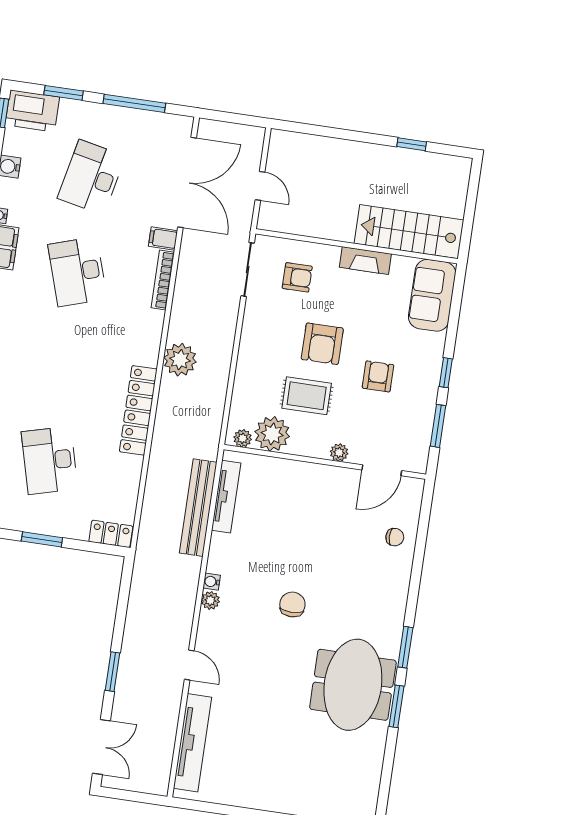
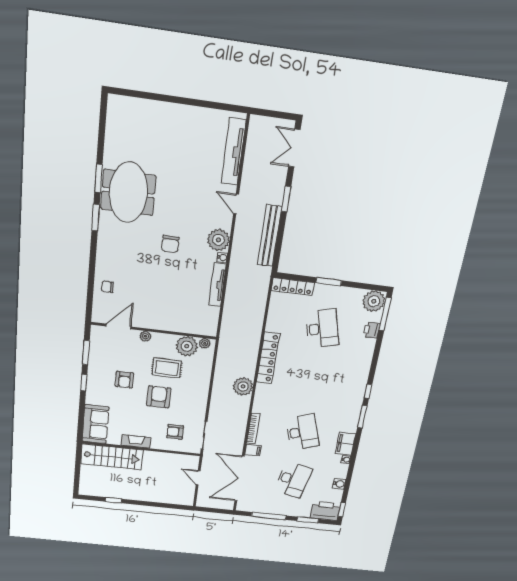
tv unit: (226, 497) -> (217, 285), moved
bench: (198, 508) -> (270, 236), moved
locker: (111, 534) -> (293, 287), width x1.53
plant: (210, 600) -> (218, 240), width x1.88, depth x1.88

